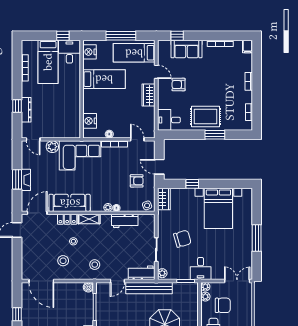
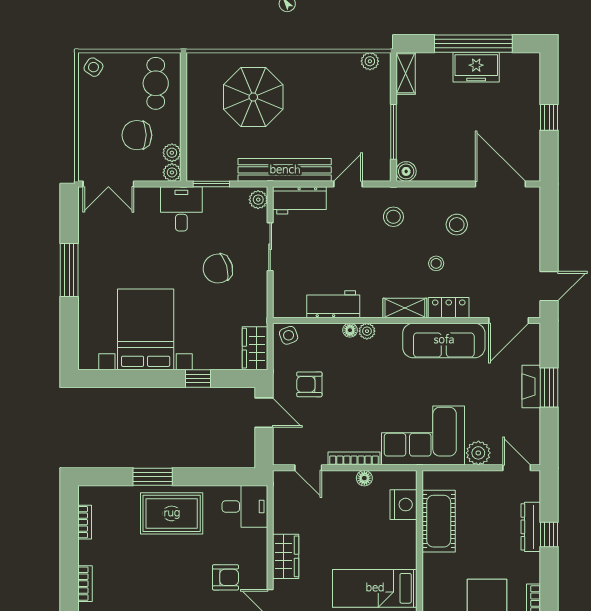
cot: (72, 113) -> (439, 521), added

